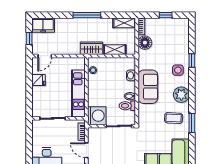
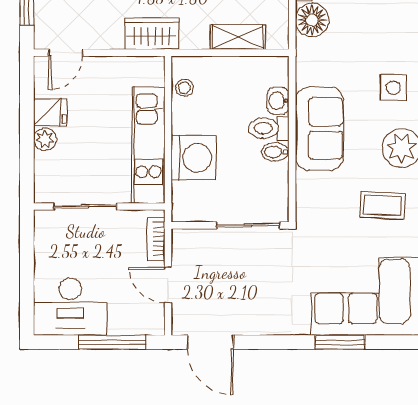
wardrobe: (92, 48) -> (152, 34), moved
plant: (36, 91) -> (45, 139), added
toilet: (127, 106) -> (269, 128), moved
washing machine: (97, 116) -> (194, 158), moved

